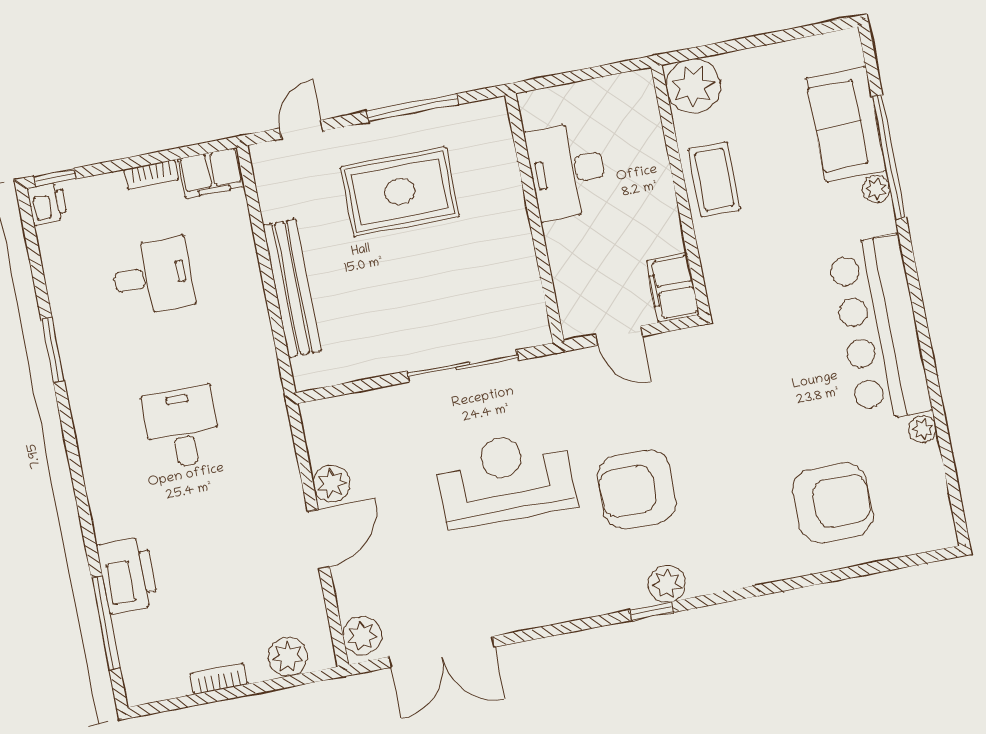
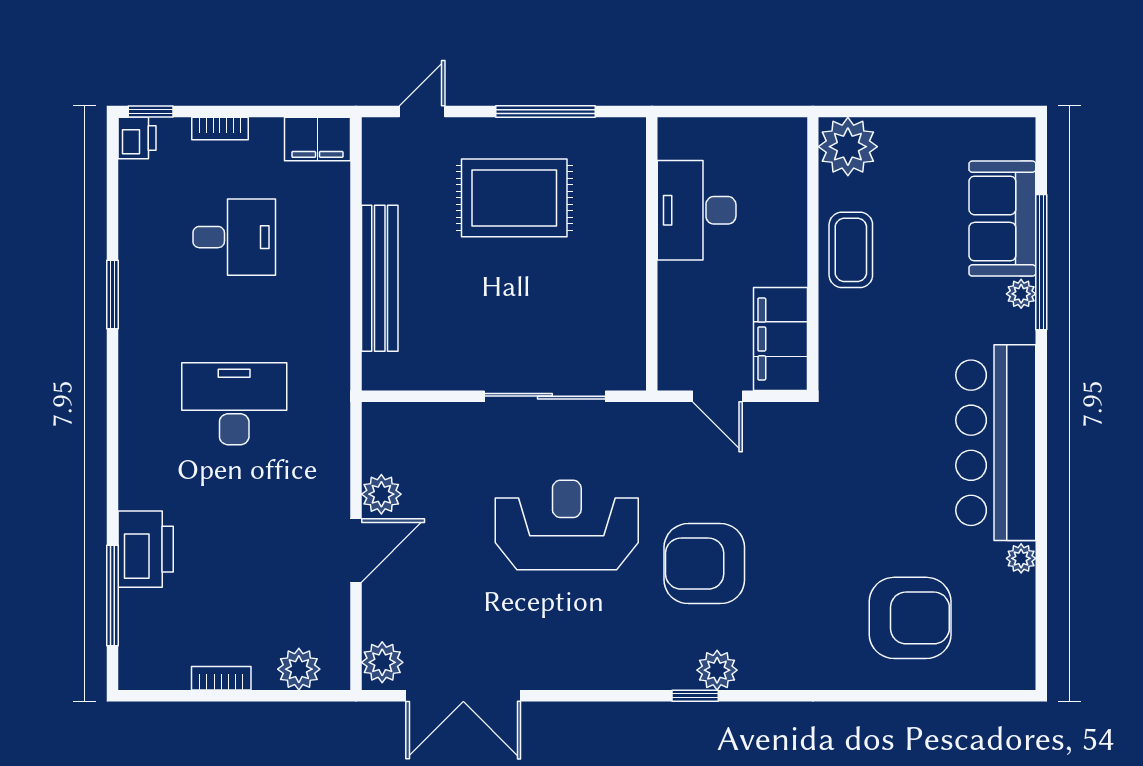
bookcase: (151, 175) -> (220, 128), moved
filing cabinet: (673, 287) -> (780, 339), width x1.50, depth x1.17
desk: (182, 427) -> (234, 404), width x1.37

